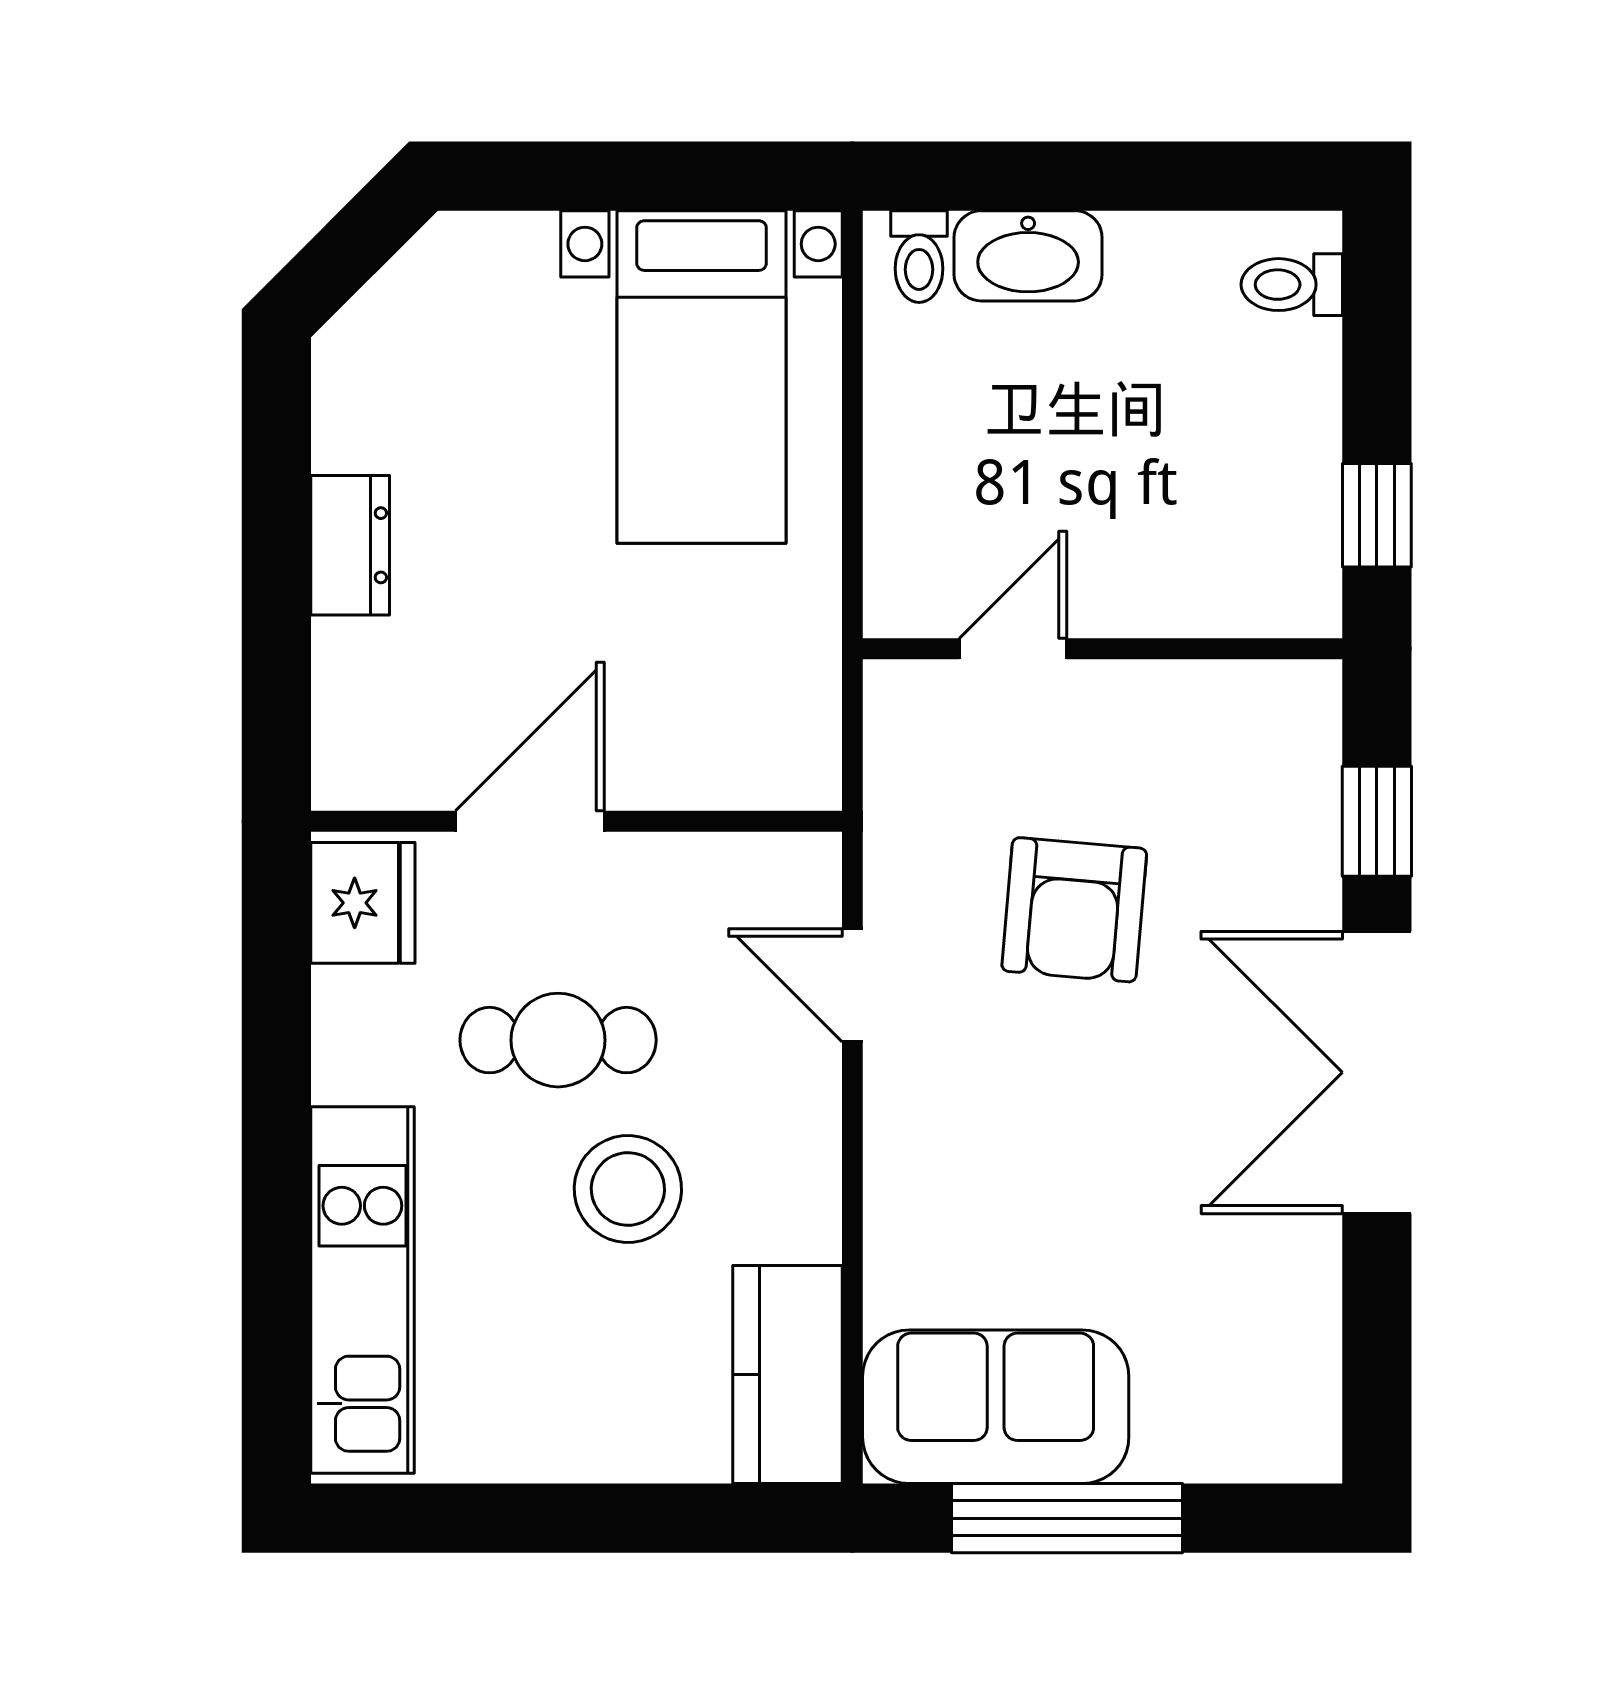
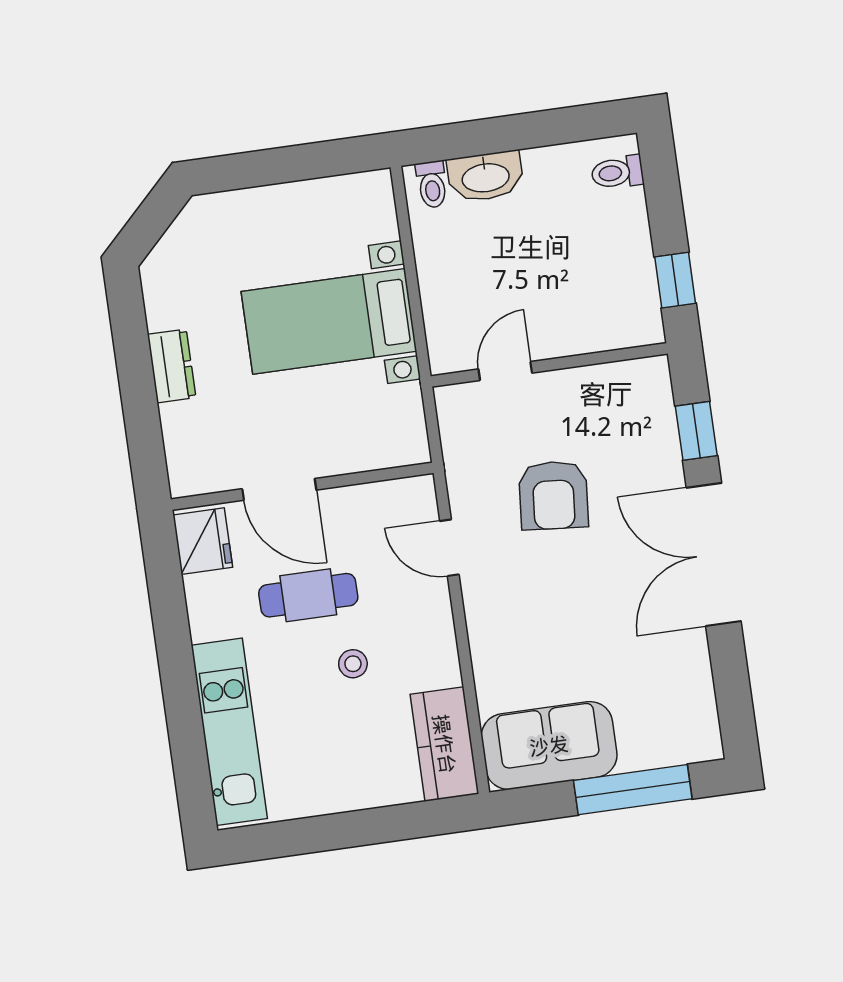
bed with nightstands: (702, 377) -> (329, 321), moved, turned 90
door: (530, 821) -> (279, 489), swing flipped
stool: (628, 1189) -> (353, 664), width x0.53, depth x0.53
window: (1067, 1518) -> (633, 790), moved

